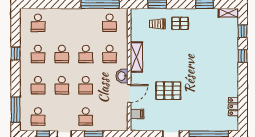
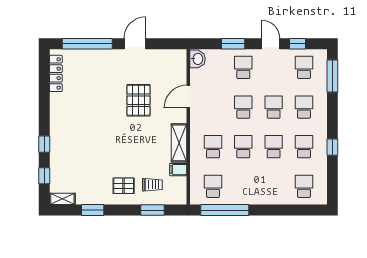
washbasin: (122, 76) -> (197, 59), moved
pallet: (168, 91) -> (139, 100), turned 90
locker: (233, 107) -> (56, 73), width x1.53
filing cabinet: (137, 114) -> (178, 170), moved

